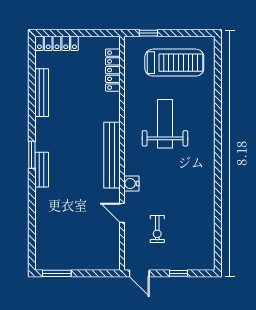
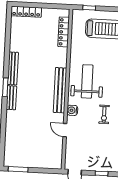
bench: (42, 93) -> (13, 68), moved
weight bench: (165, 124) -> (87, 81), moved
exercise bike: (157, 229) -> (104, 114), moved

